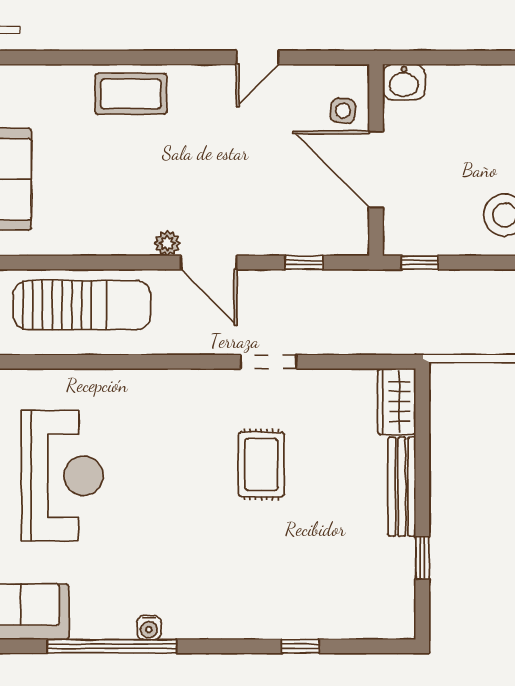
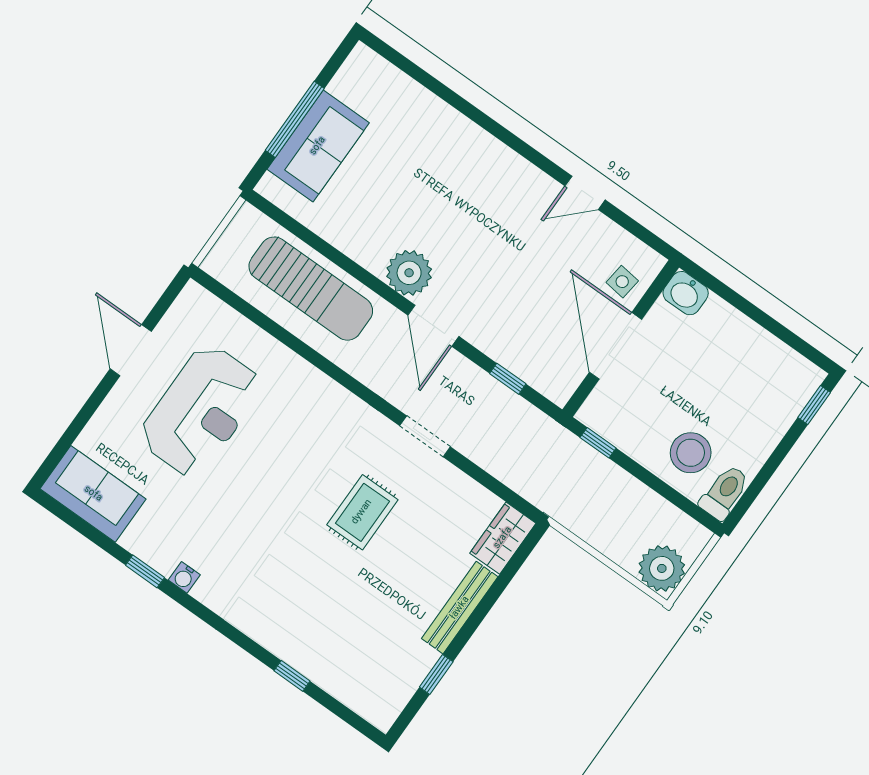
coffee table: (131, 94) -> (466, 151), removed
plant: (167, 243) -> (409, 273), width x1.88, depth x1.88
window: (112, 646) -> (145, 571), width x0.32

